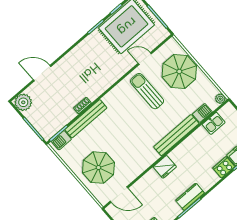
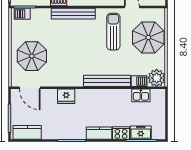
plant: (220, 99) -> (157, 78), width x1.88, depth x1.88
bench: (86, 119) -> (73, 14), moved
fridge: (165, 167) -> (66, 96), moved
kitchen counter: (190, 197) -> (99, 133), moved

